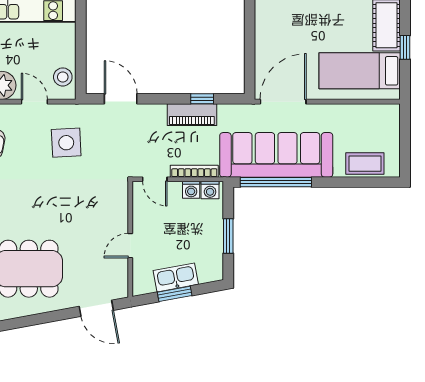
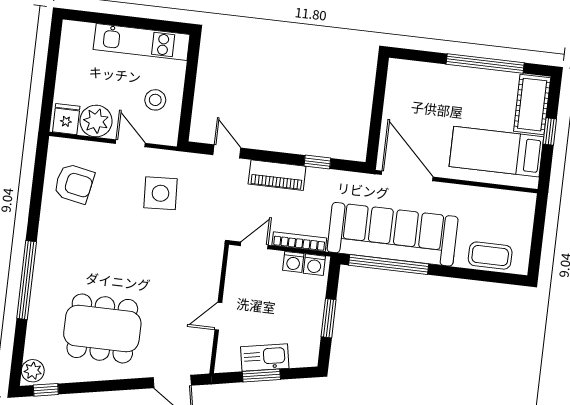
stool: (63, 77) -> (155, 100), moved
door: (121, 99) -> (227, 151), width x0.73
door: (283, 102) -> (407, 176), hinge flipped
piano: (192, 115) -> (277, 175), moved
door: (155, 179) -> (254, 245), swing flipped

